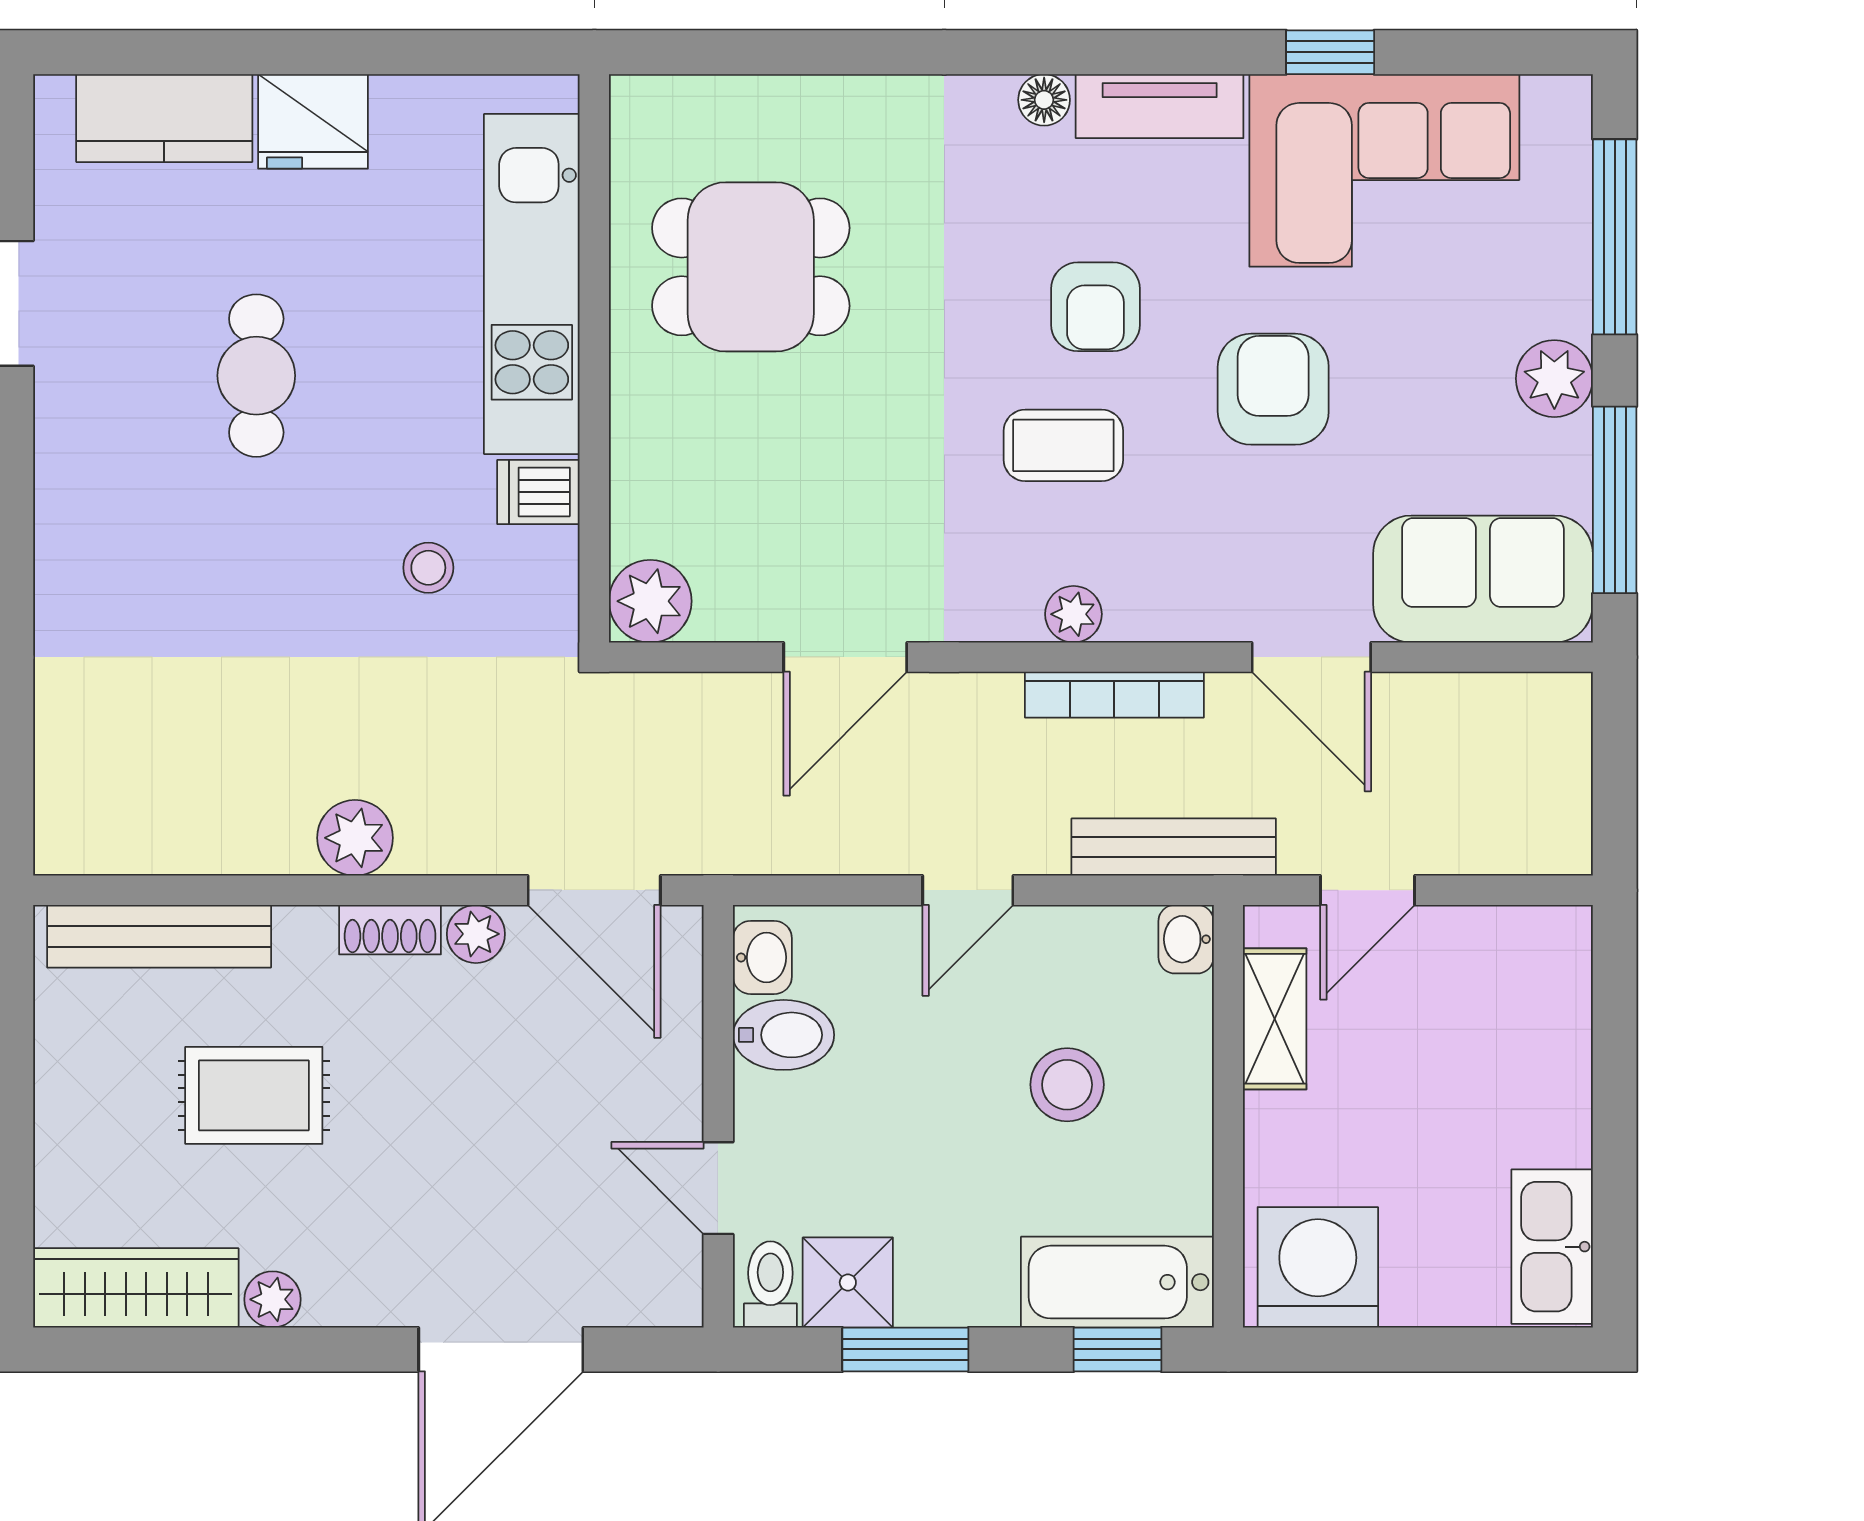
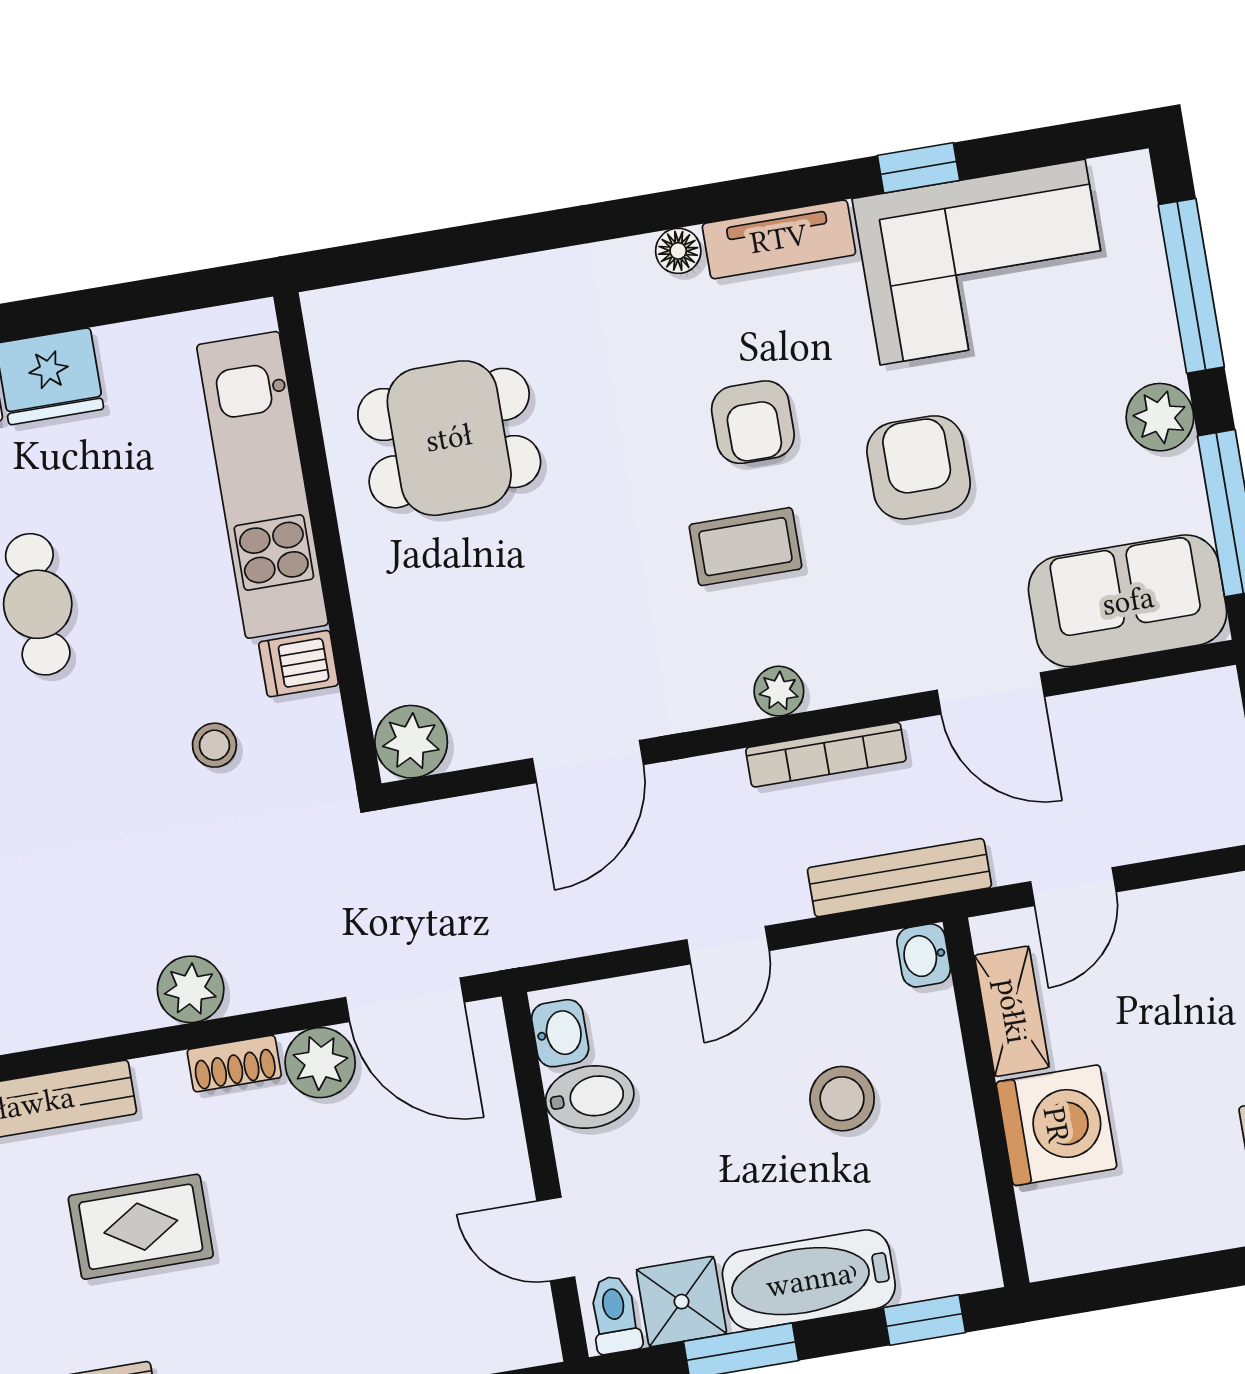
plant: (476, 934) -> (320, 1063), width x1.38, depth x1.38
washing machine: (1318, 1267) -> (1056, 1125), moved, turned 90
bathtub: (1117, 1282) -> (809, 1280), moved

